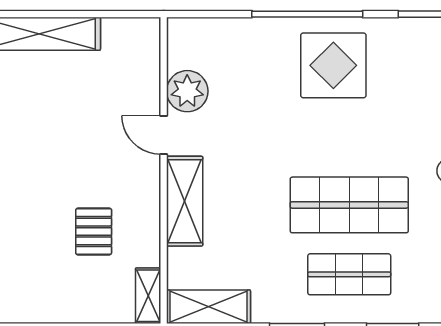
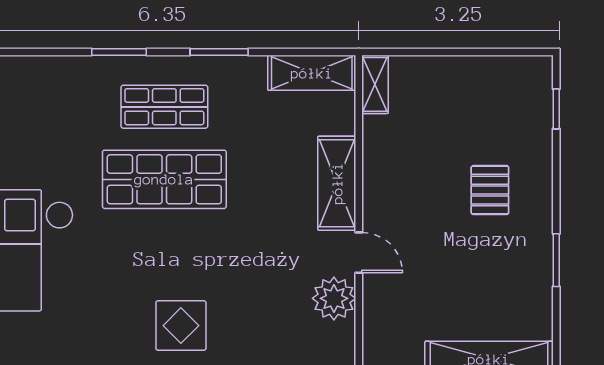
display table: (333, 65) -> (181, 326), width x0.73, depth x0.73
pallet: (94, 231) -> (490, 190), moved

